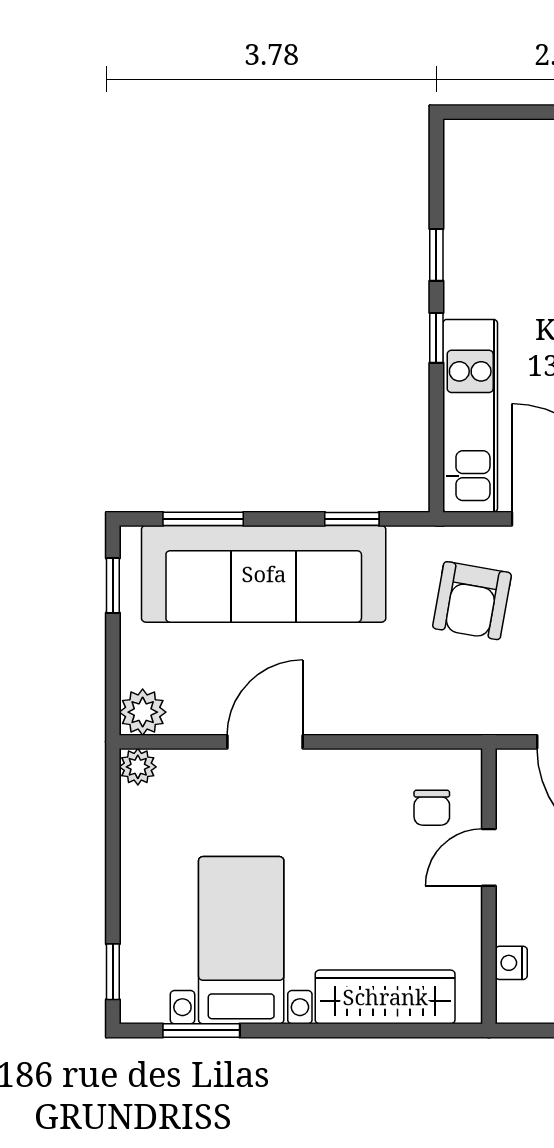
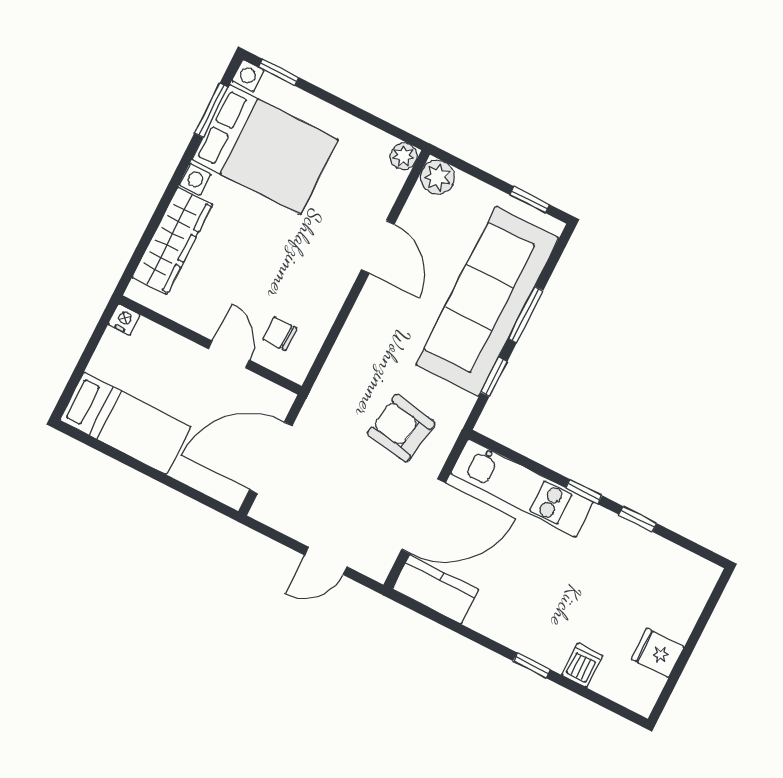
window: (203, 519) -> (526, 315), moved
bed with nightstands: (241, 940) -> (265, 149), width x1.36
nightstand: (511, 963) -> (124, 320), moved

